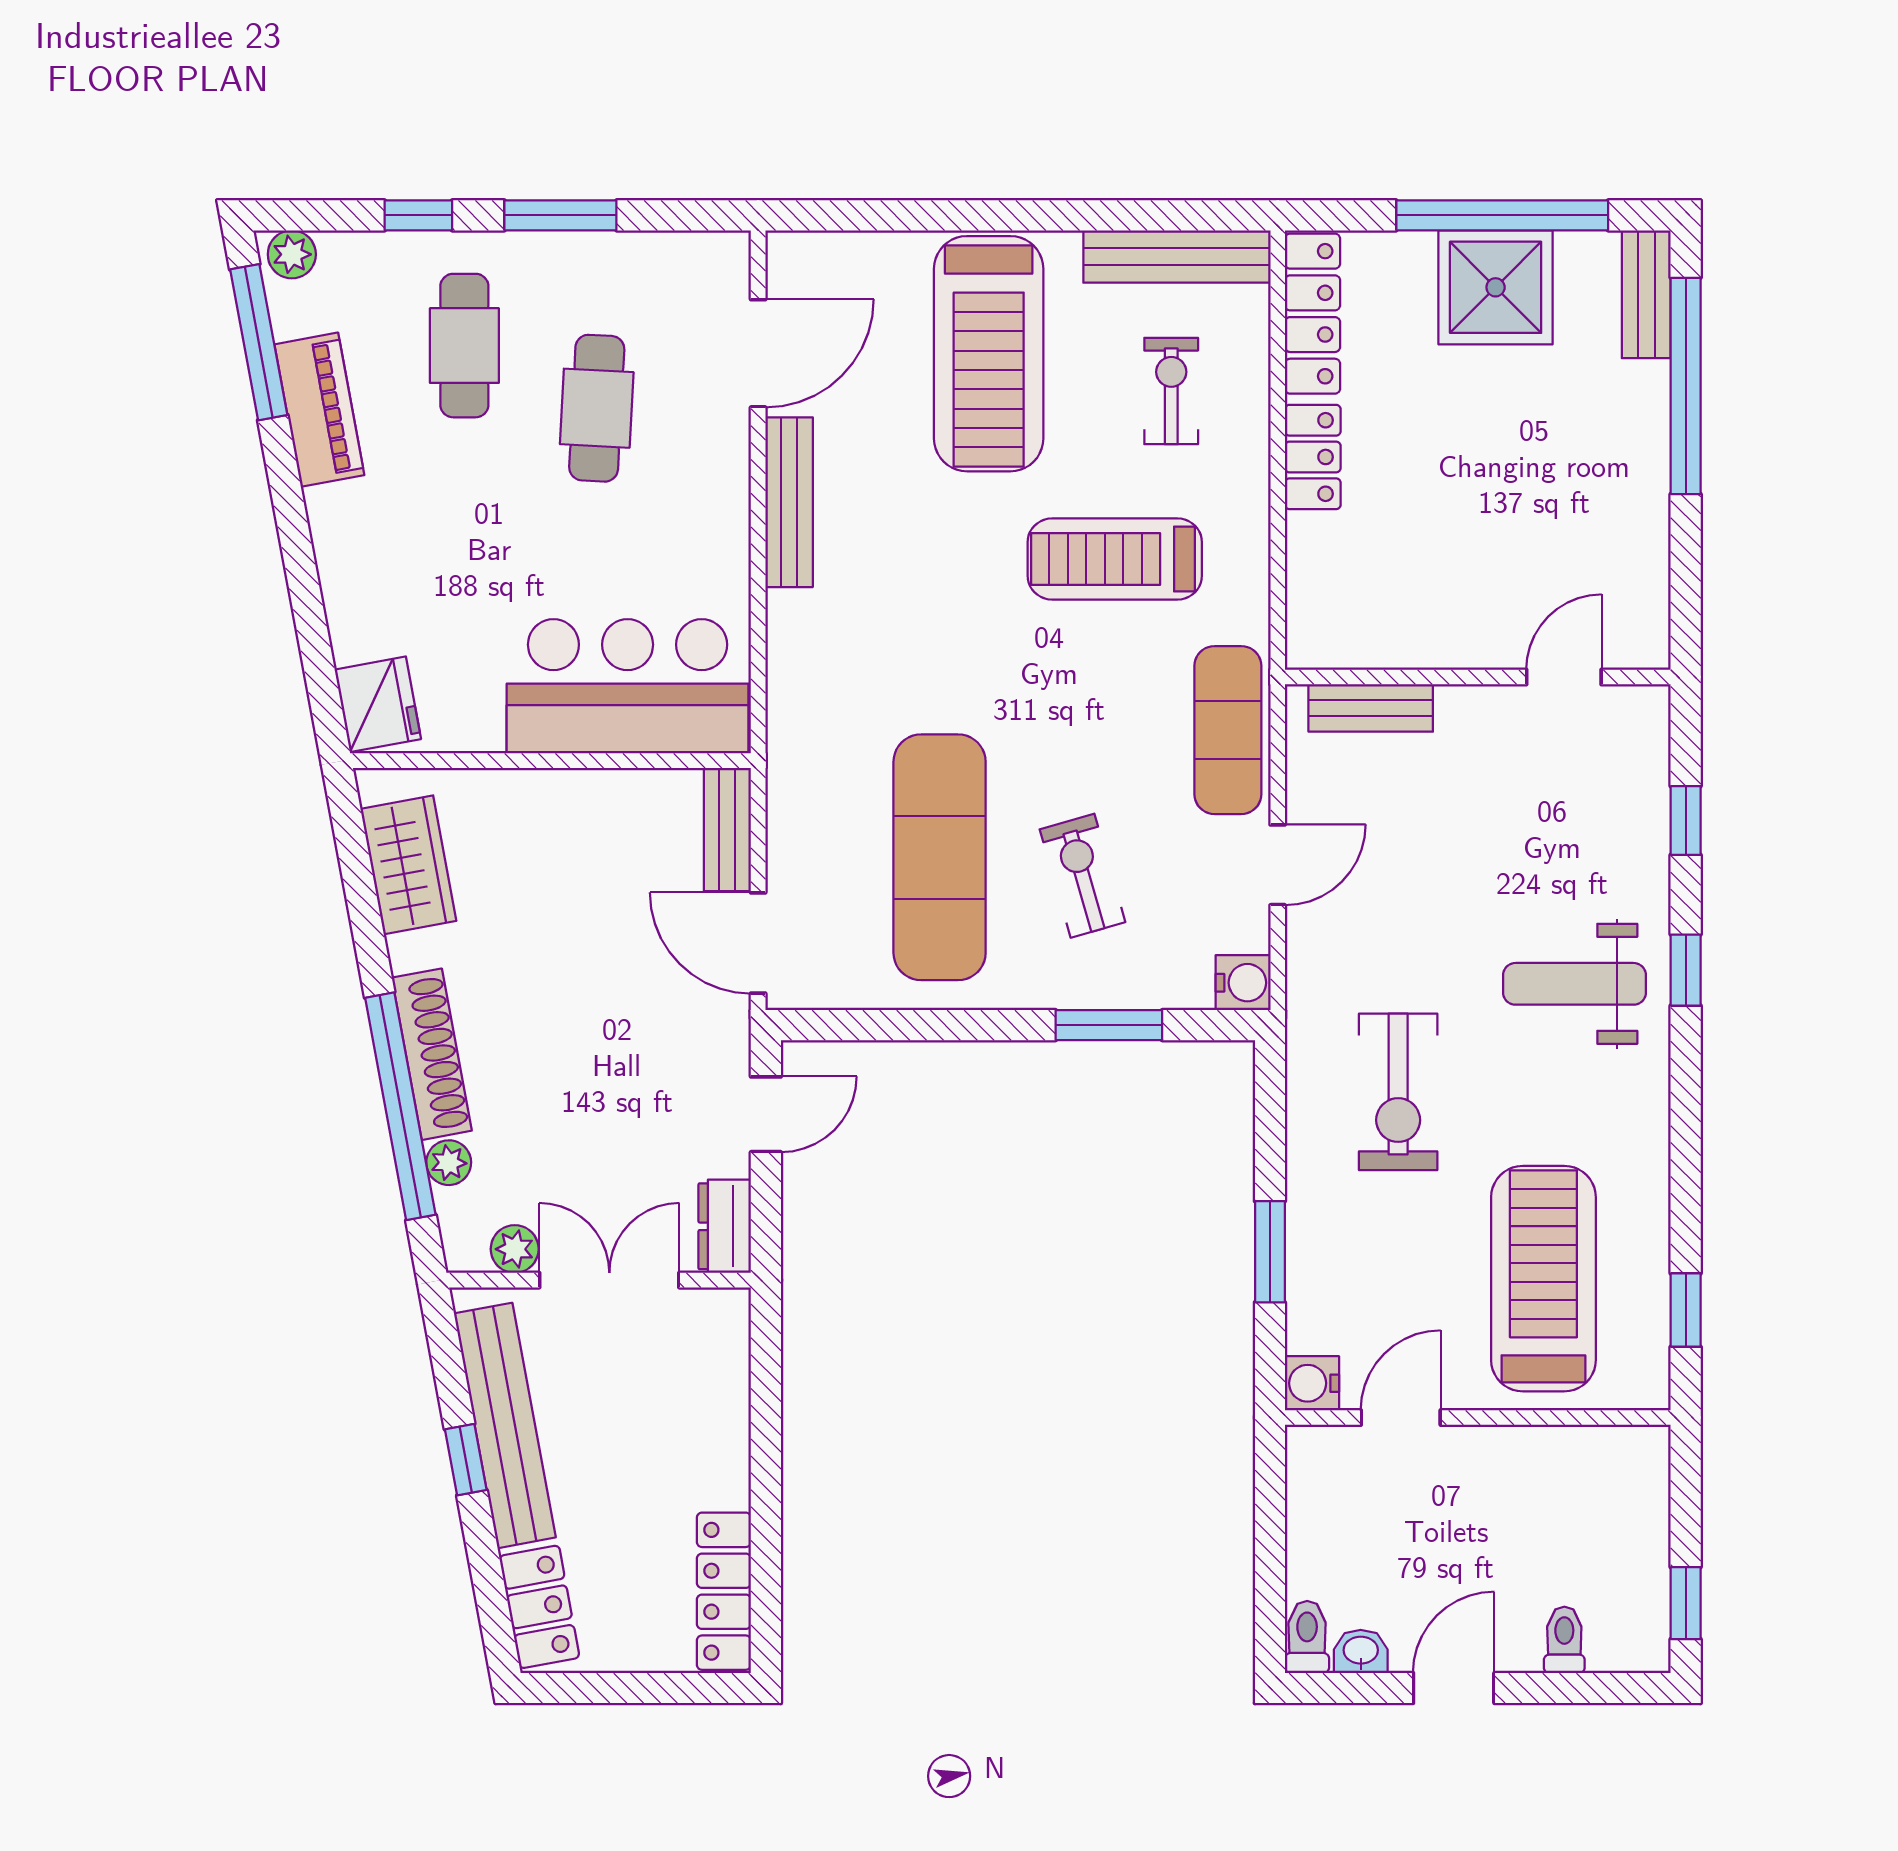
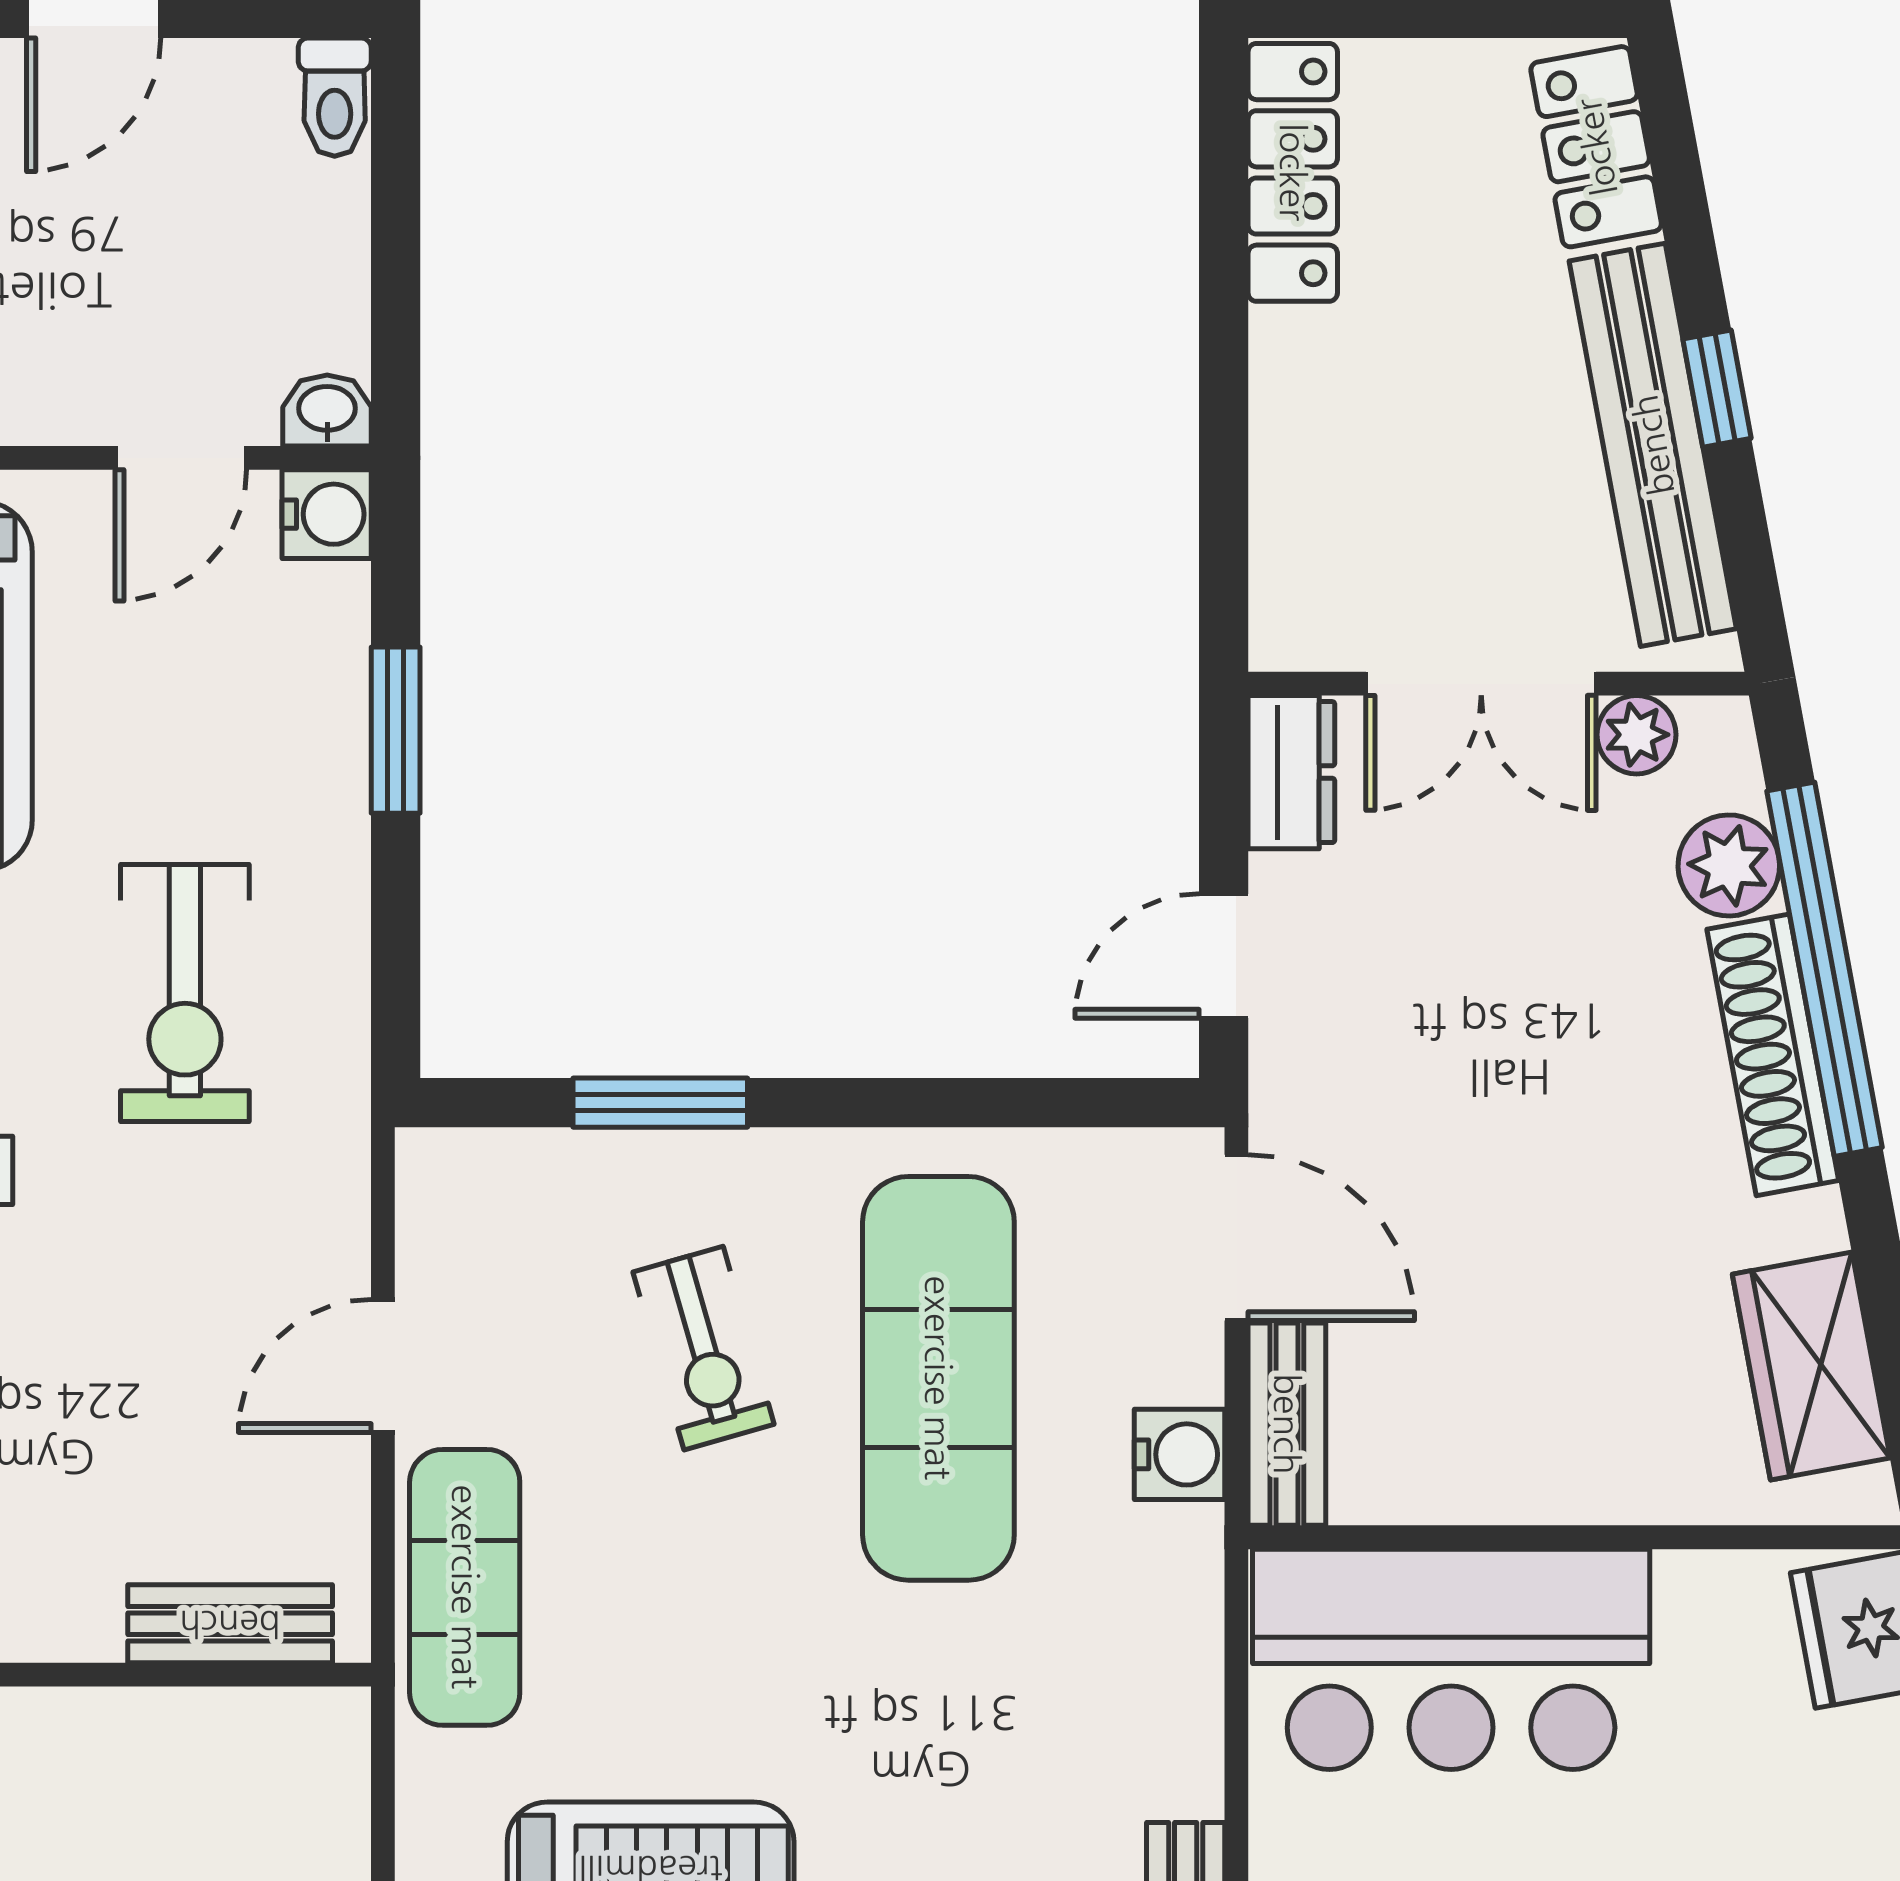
water cooler: (1243, 983) -> (1179, 1454), moved, turned 180
exercise bike: (1398, 1092) -> (185, 993), turned 180
plant: (449, 1163) -> (1729, 865), width x1.38, depth x1.38
washbasin: (1361, 1651) -> (327, 411), moved, turned 180

